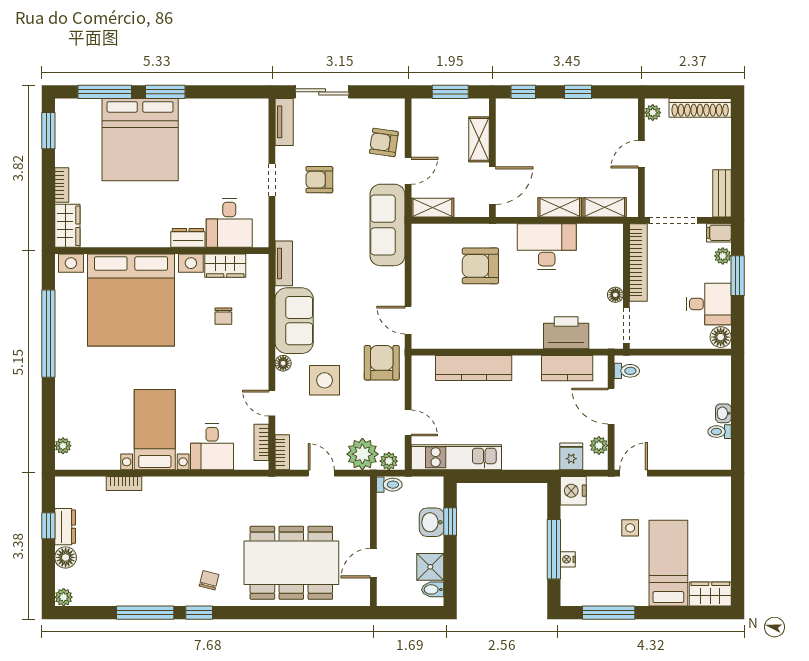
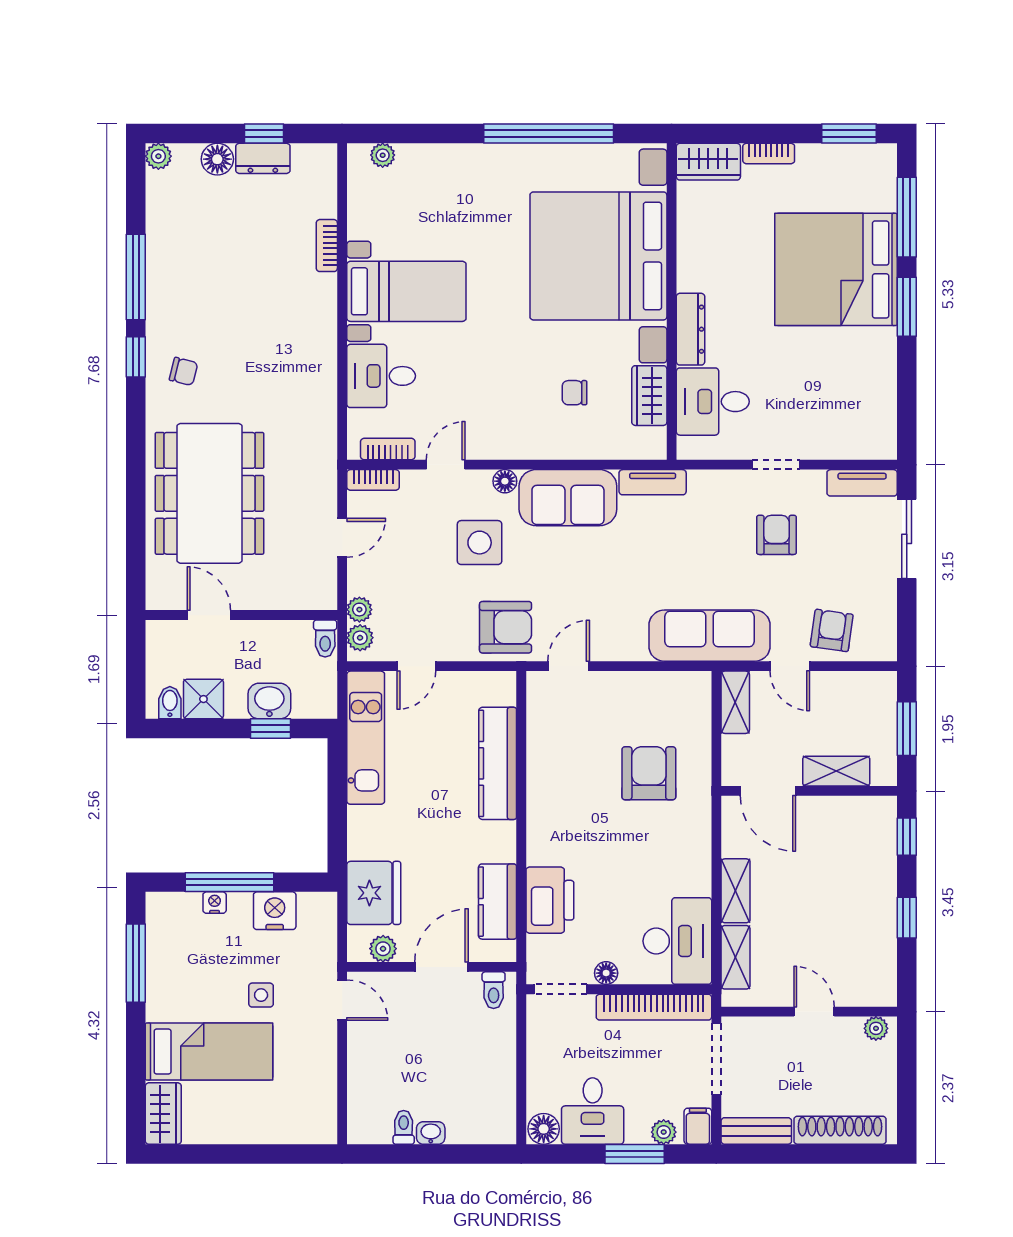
shoe rack: (700, 108) -> (840, 1130), moved, turned 90
dresser: (188, 238) -> (690, 329), width x1.44
desk: (547, 247) -> (677, 941), moved
plant: (362, 454) -> (359, 610), width x0.53, depth x0.53
fridge: (571, 456) -> (374, 893), width x1.88, depth x1.34
nightstand: (573, 491) -> (275, 911), moved

